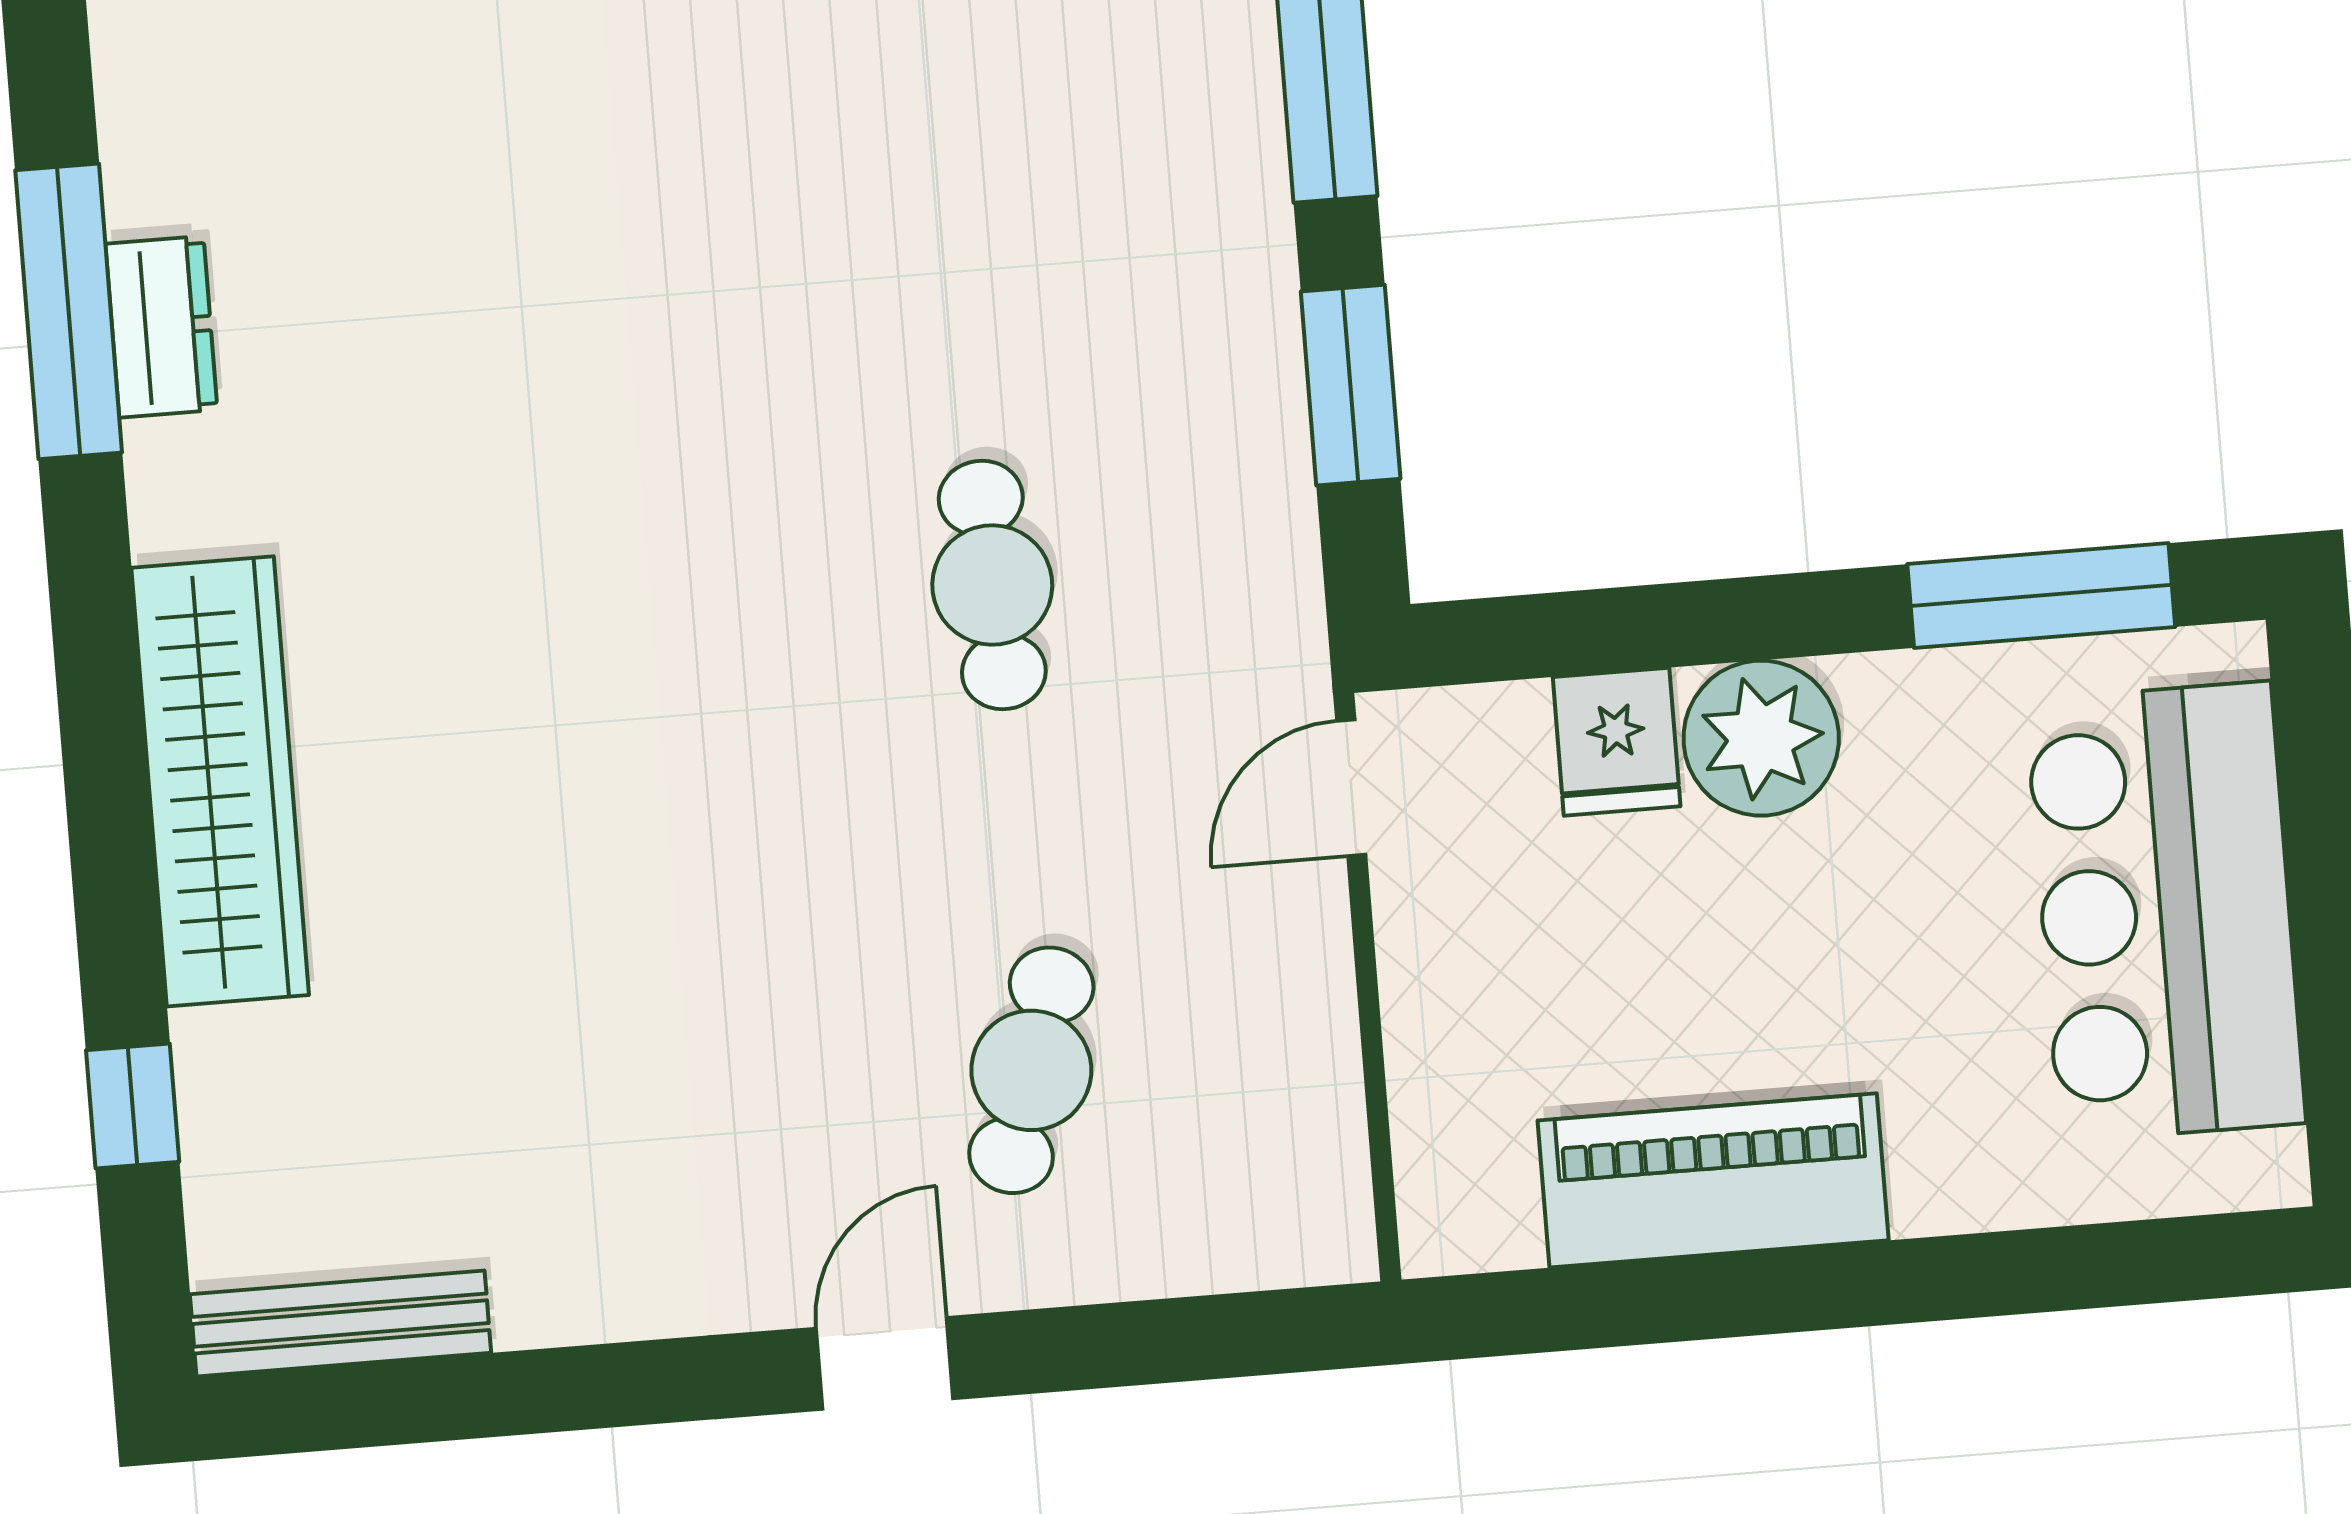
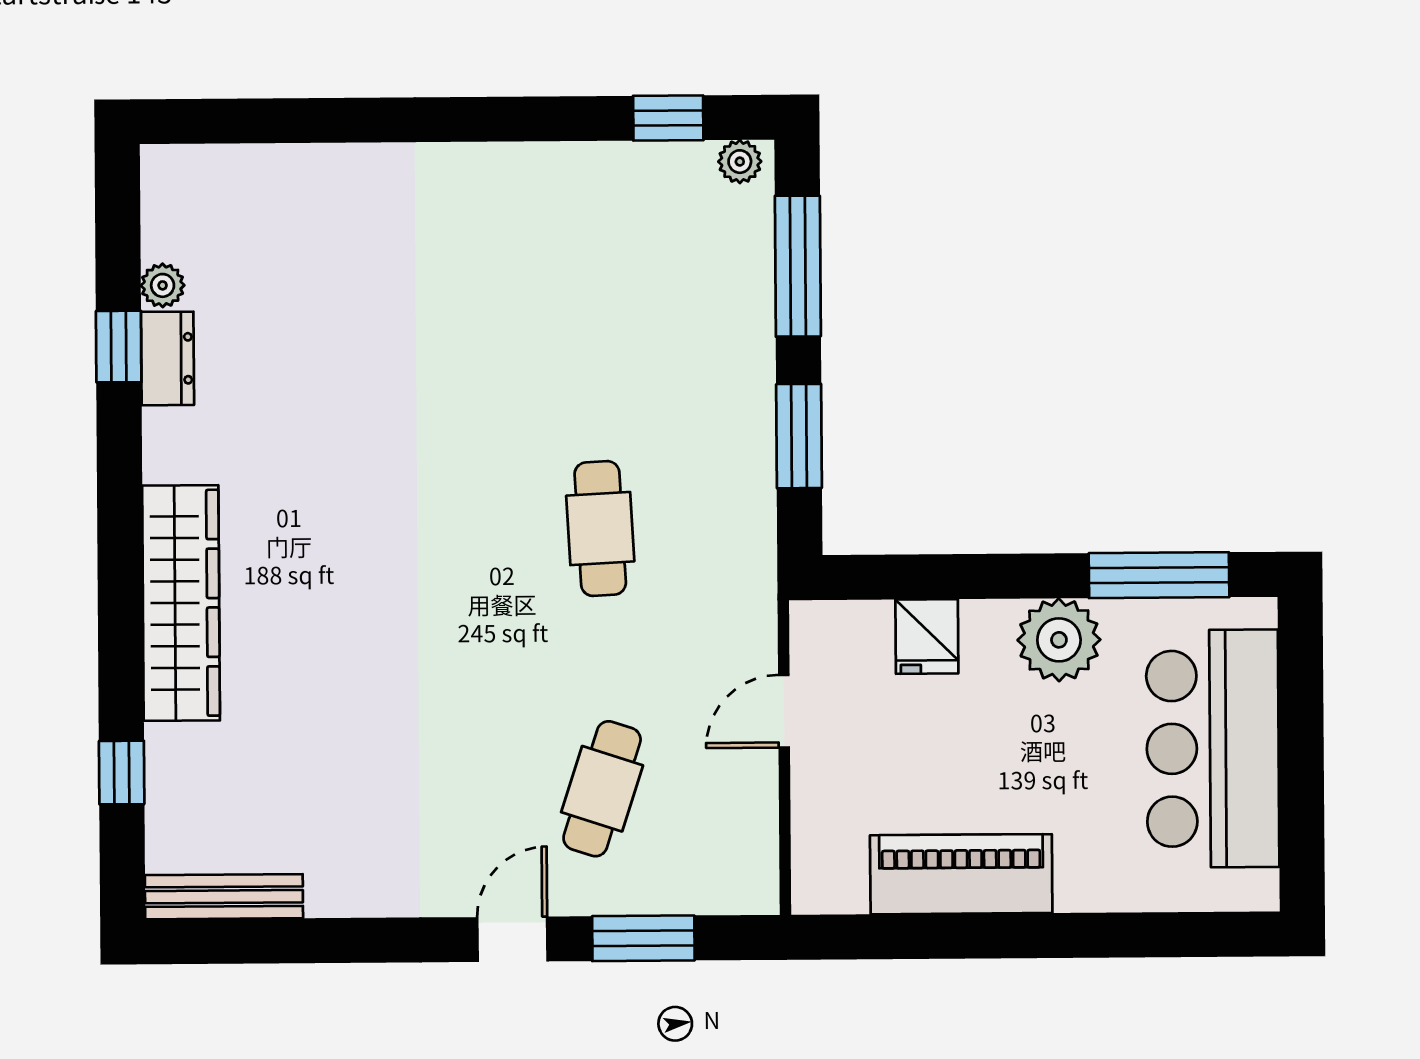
plant: (142, 191) -> (163, 285), added
window: (69, 311) -> (119, 347), width x0.46
plant: (1761, 738) -> (1059, 640), moved
door: (1351, 788) -> (784, 711), moved
window: (1129, 1344) -> (643, 938), added

